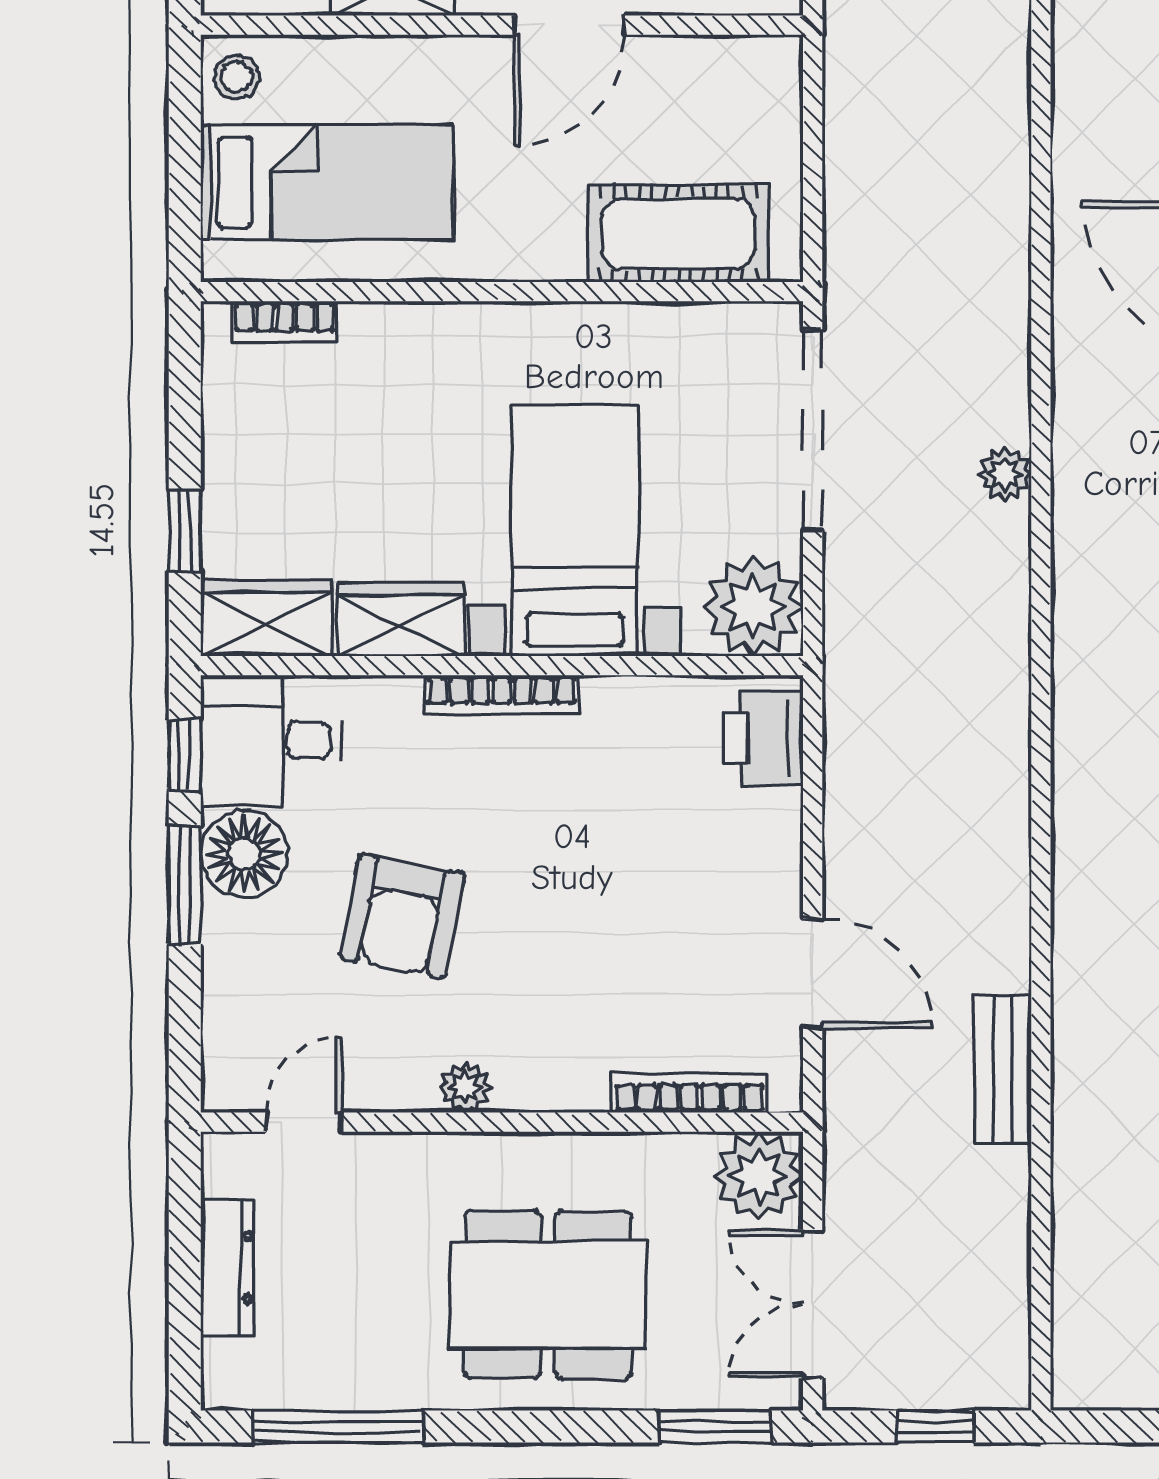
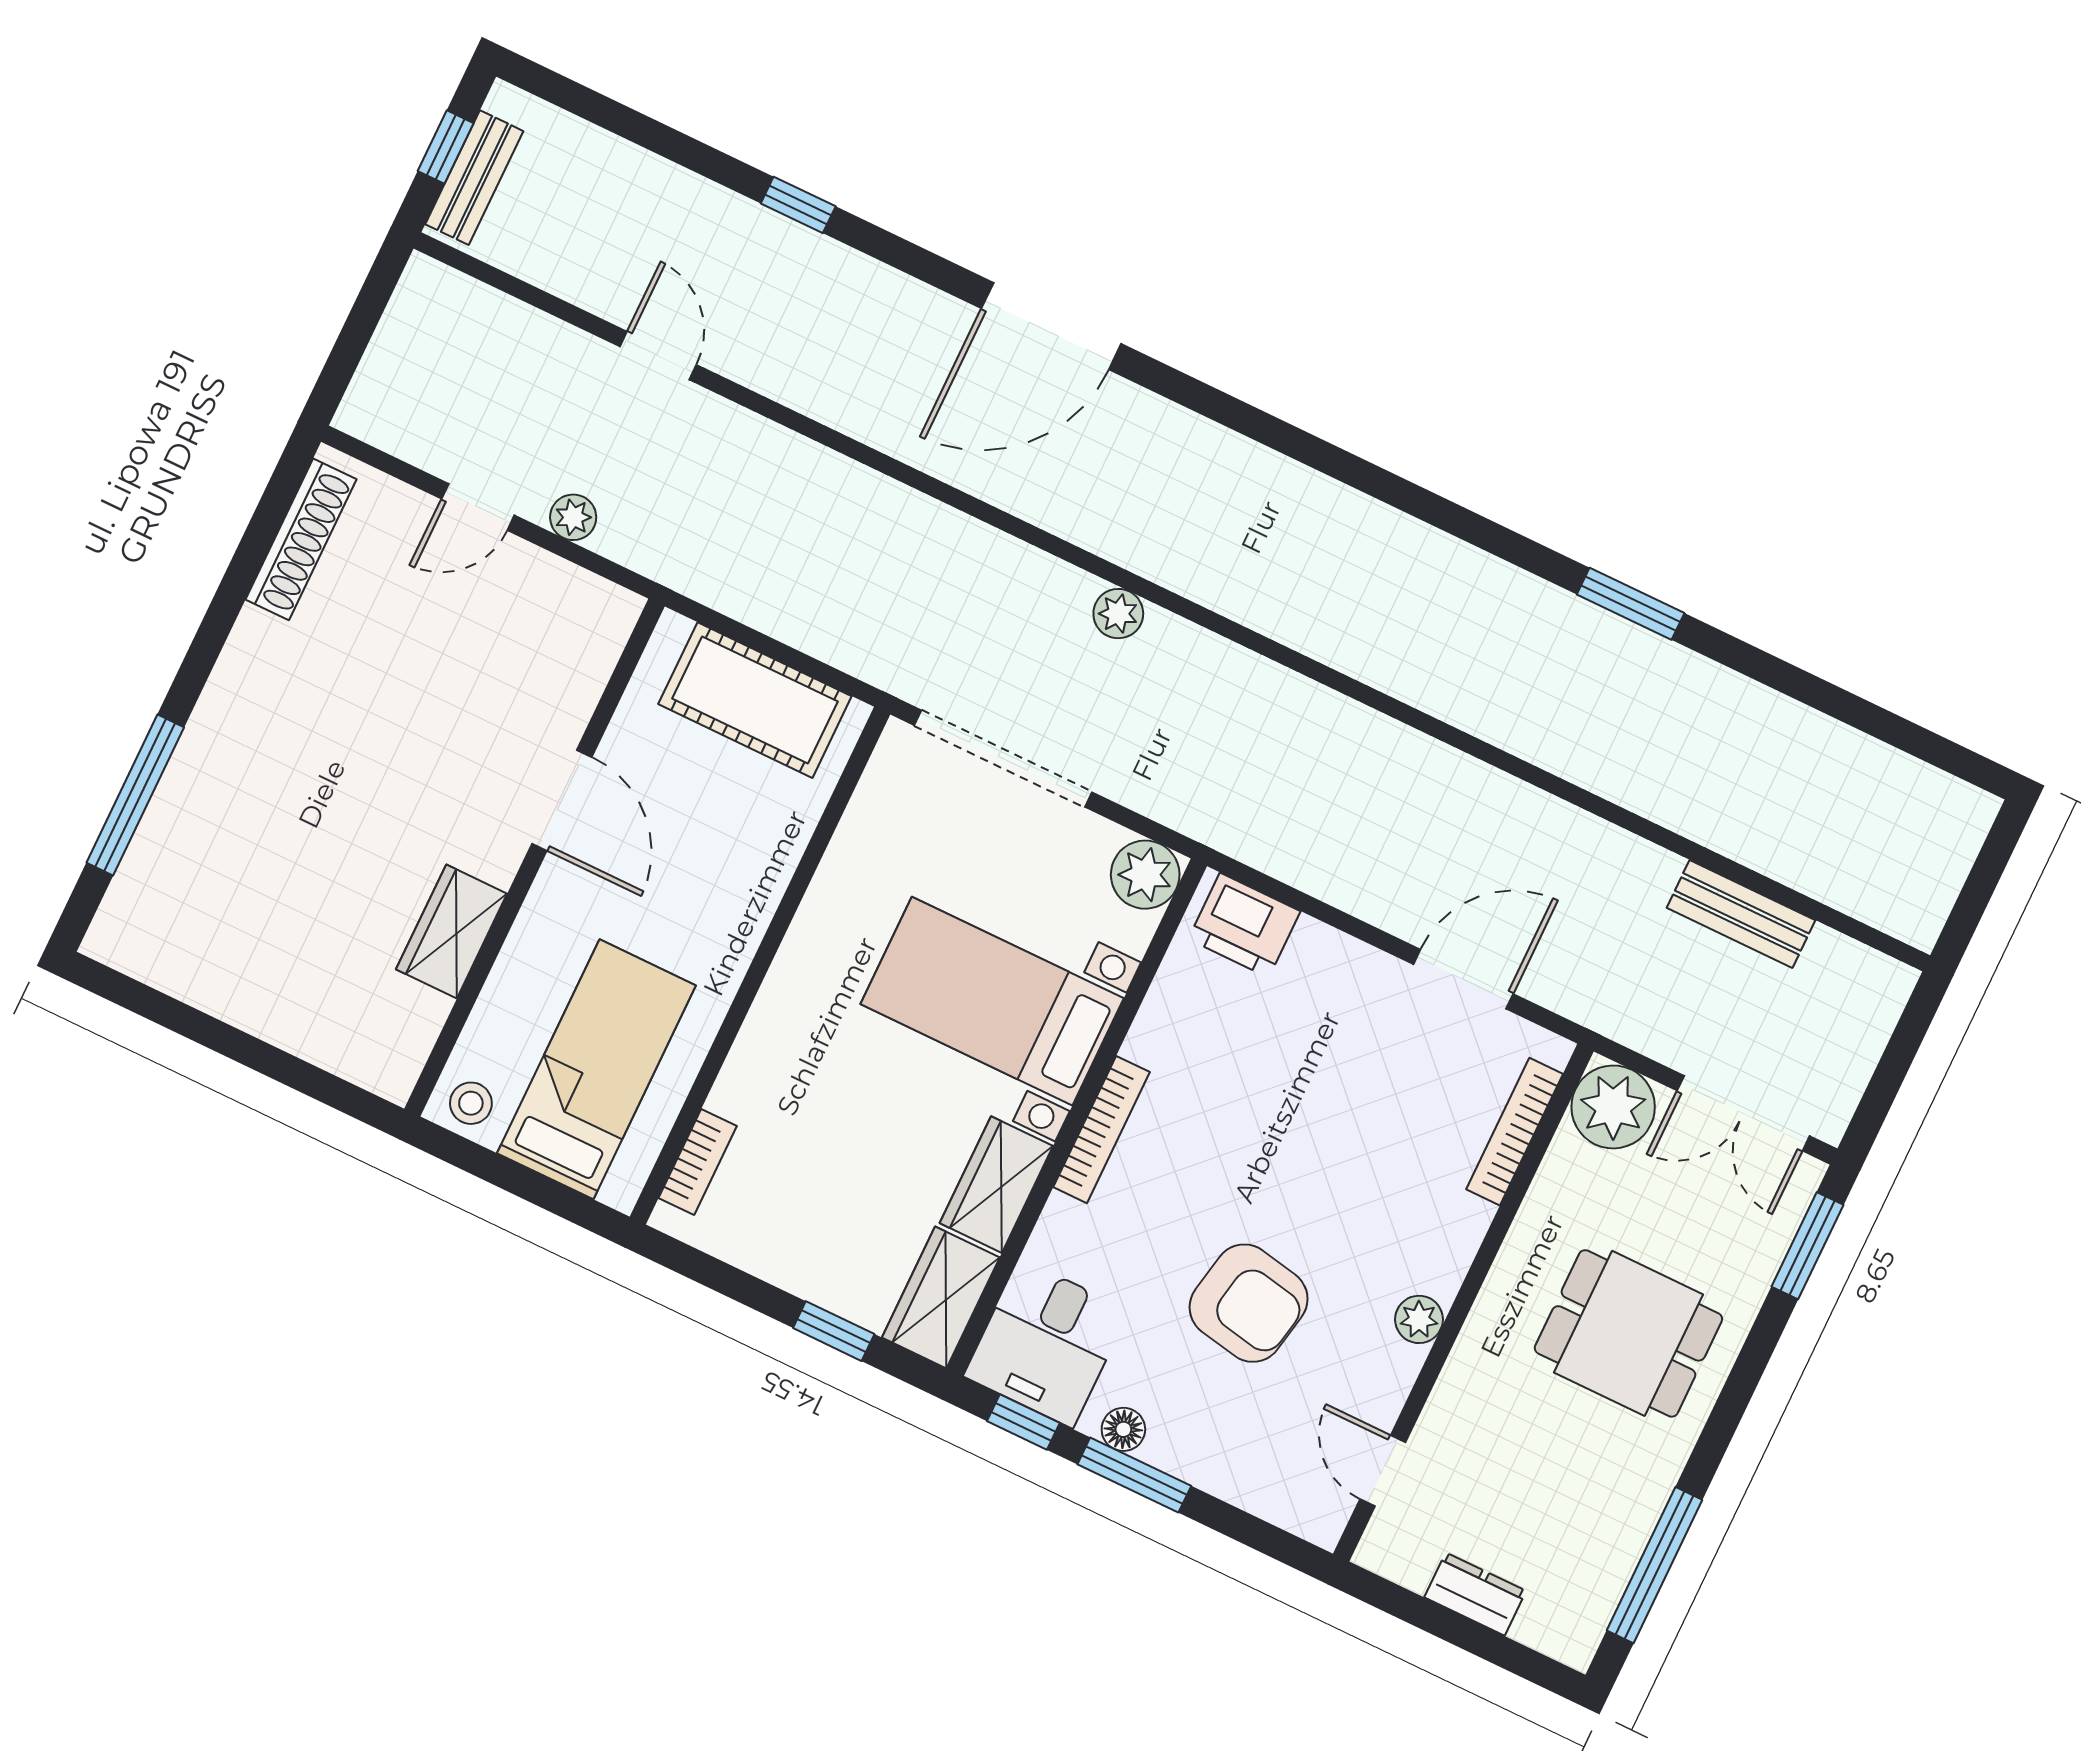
cot: (678, 234) -> (755, 700), moved, turned 90
plant: (753, 606) -> (1145, 875), width x0.73, depth x0.73
floor lamp: (244, 854) -> (1123, 1429), width x0.53, depth x0.53
bench: (1003, 1069) -> (1741, 914), moved
dresser: (227, 1268) -> (1475, 1594), width x0.70
dining table: (548, 1295) -> (1628, 1333), width x0.73
window: (936, 1427) -> (1897, 1059), removed

